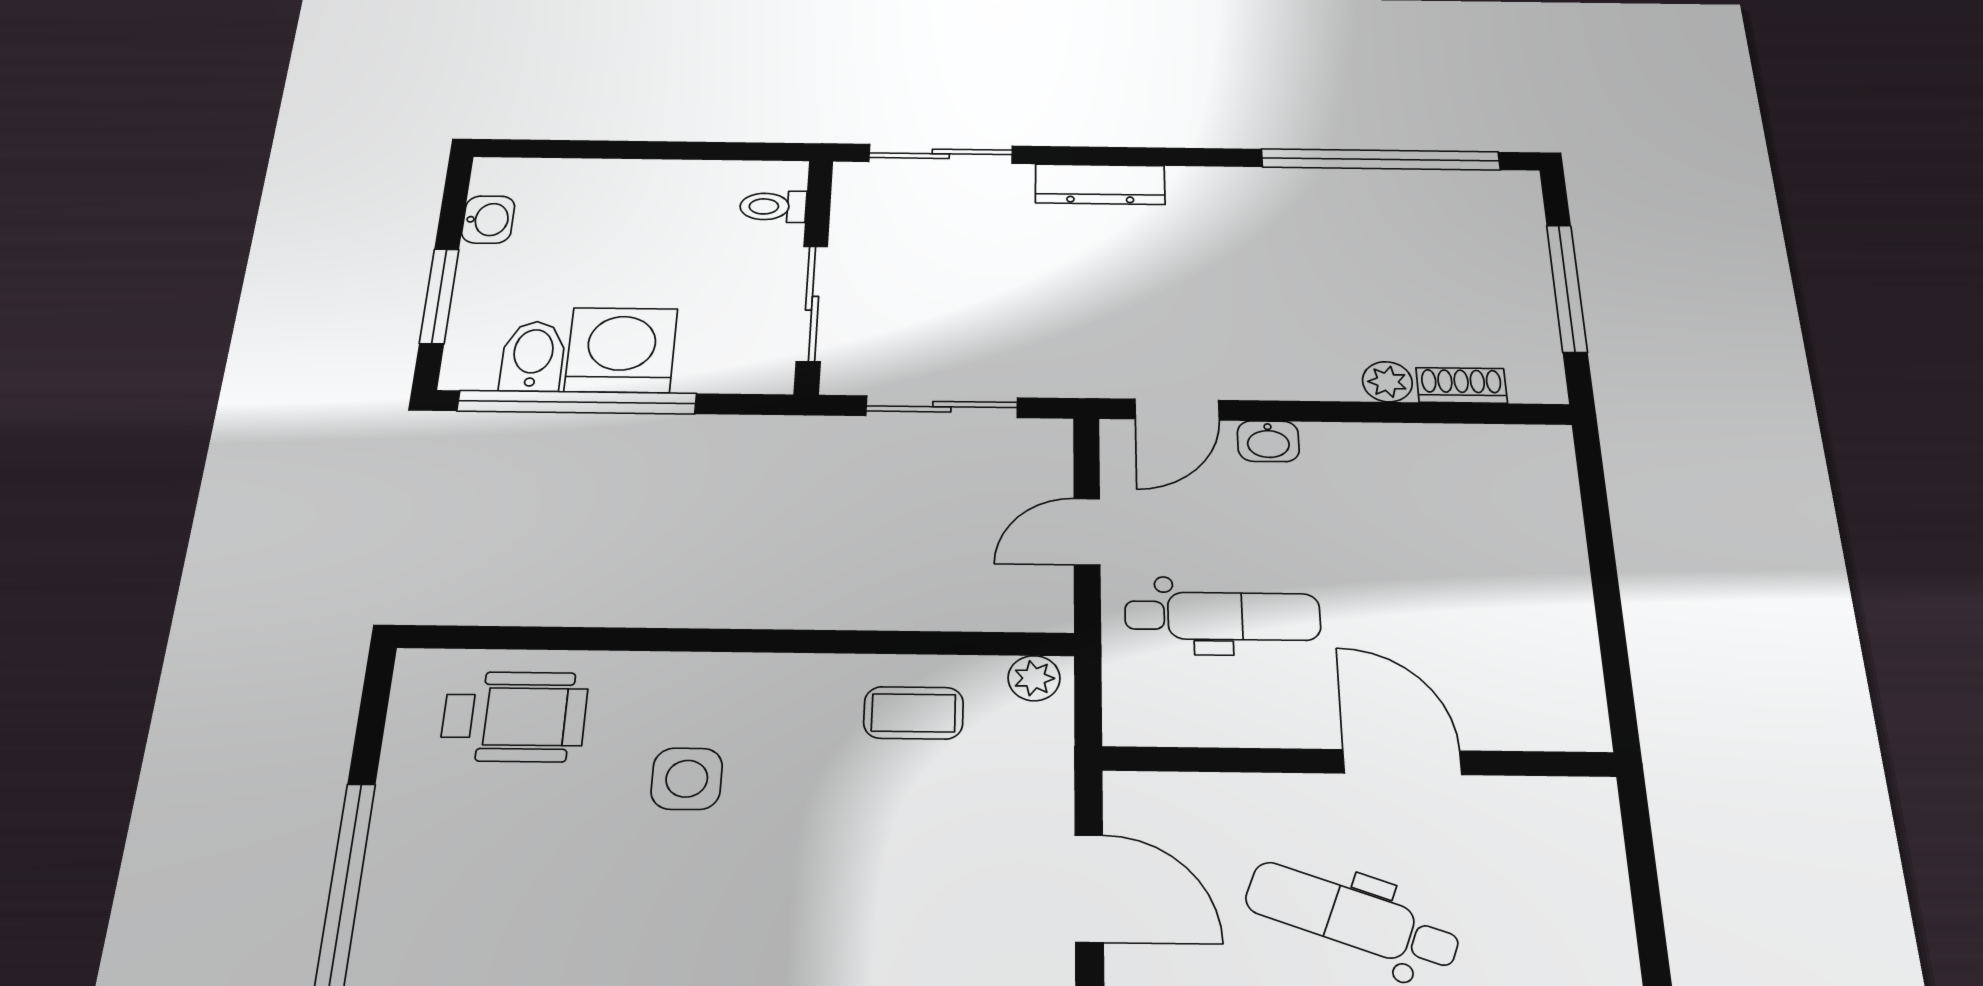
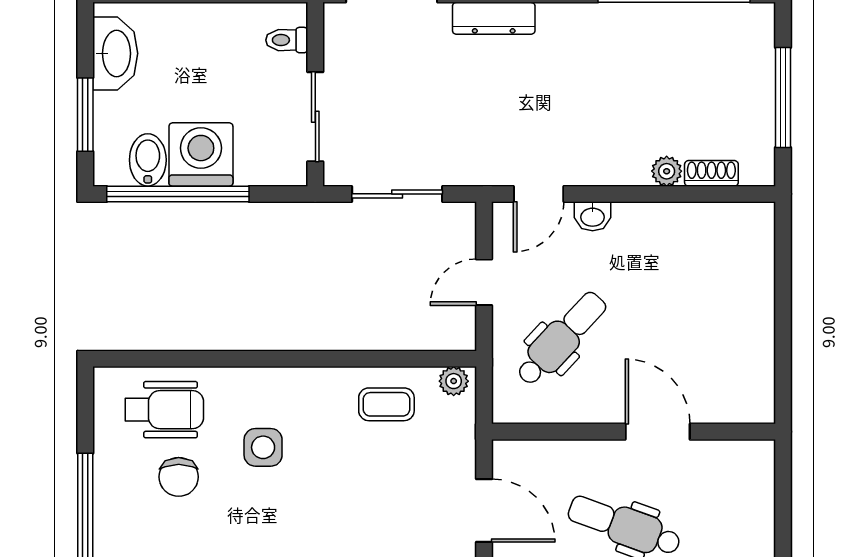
washbasin: (488, 220) -> (115, 53), width x1.91, depth x1.45
dental chair: (1223, 616) -> (561, 339), turned -47
chair: (527, 825) -> (179, 477), added

